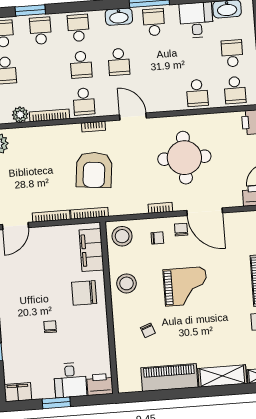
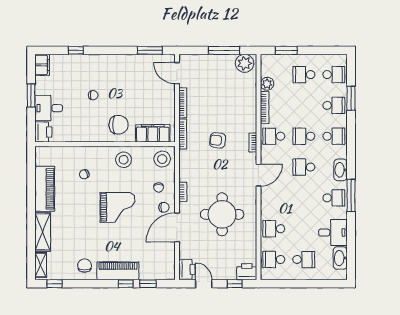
armchair: (94, 170) -> (218, 140), width x0.53, depth x0.53
grand piano: (185, 286) -> (118, 207), turned -90
chair: (84, 293) -> (119, 125), turned 90

